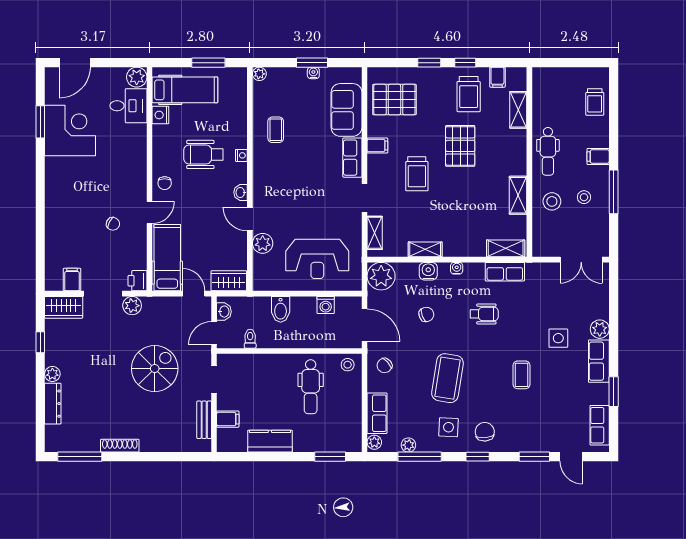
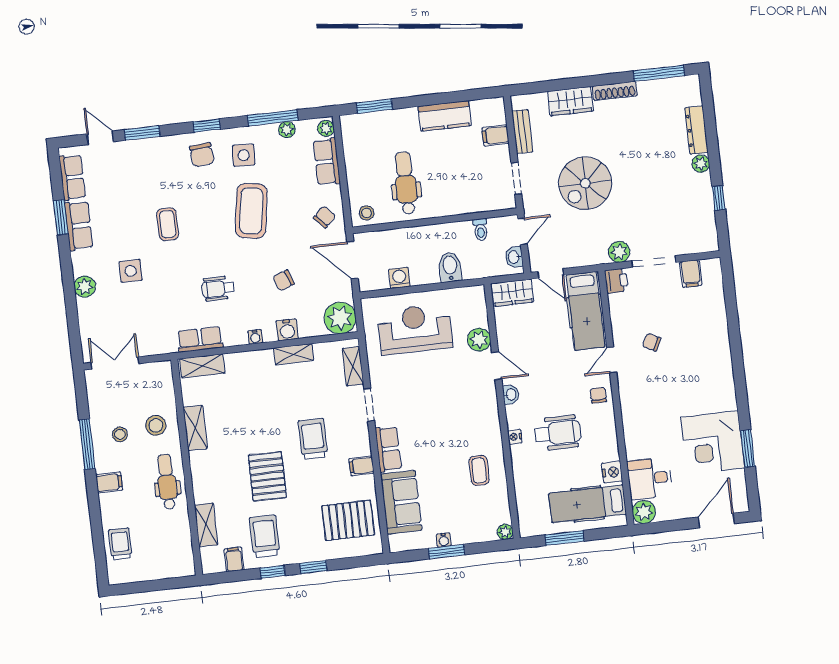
wardrobe: (64, 307) -> (571, 101), moved, turned 180
row of seats: (599, 361) -> (79, 226), moved

